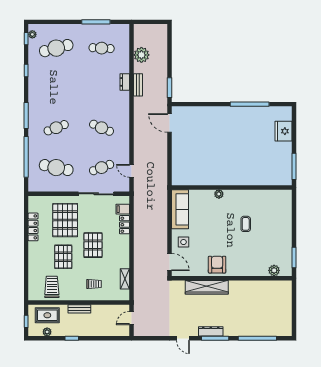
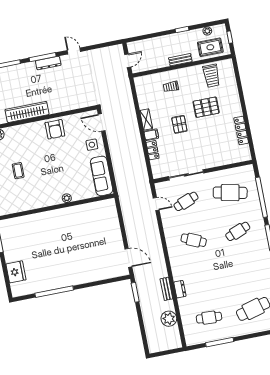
filing cabinet: (123, 209) -> (151, 135), moved
pallet: (65, 220) -> (211, 143), removed
coffee table: (246, 224) -> (18, 171), moved
pallet: (93, 245) -> (179, 124), width x0.67, depth x0.71
pallet: (63, 257) -> (206, 107), turned 90
shelving: (125, 279) -> (146, 119), moved
wardrobe: (207, 287) -> (27, 112), moved

